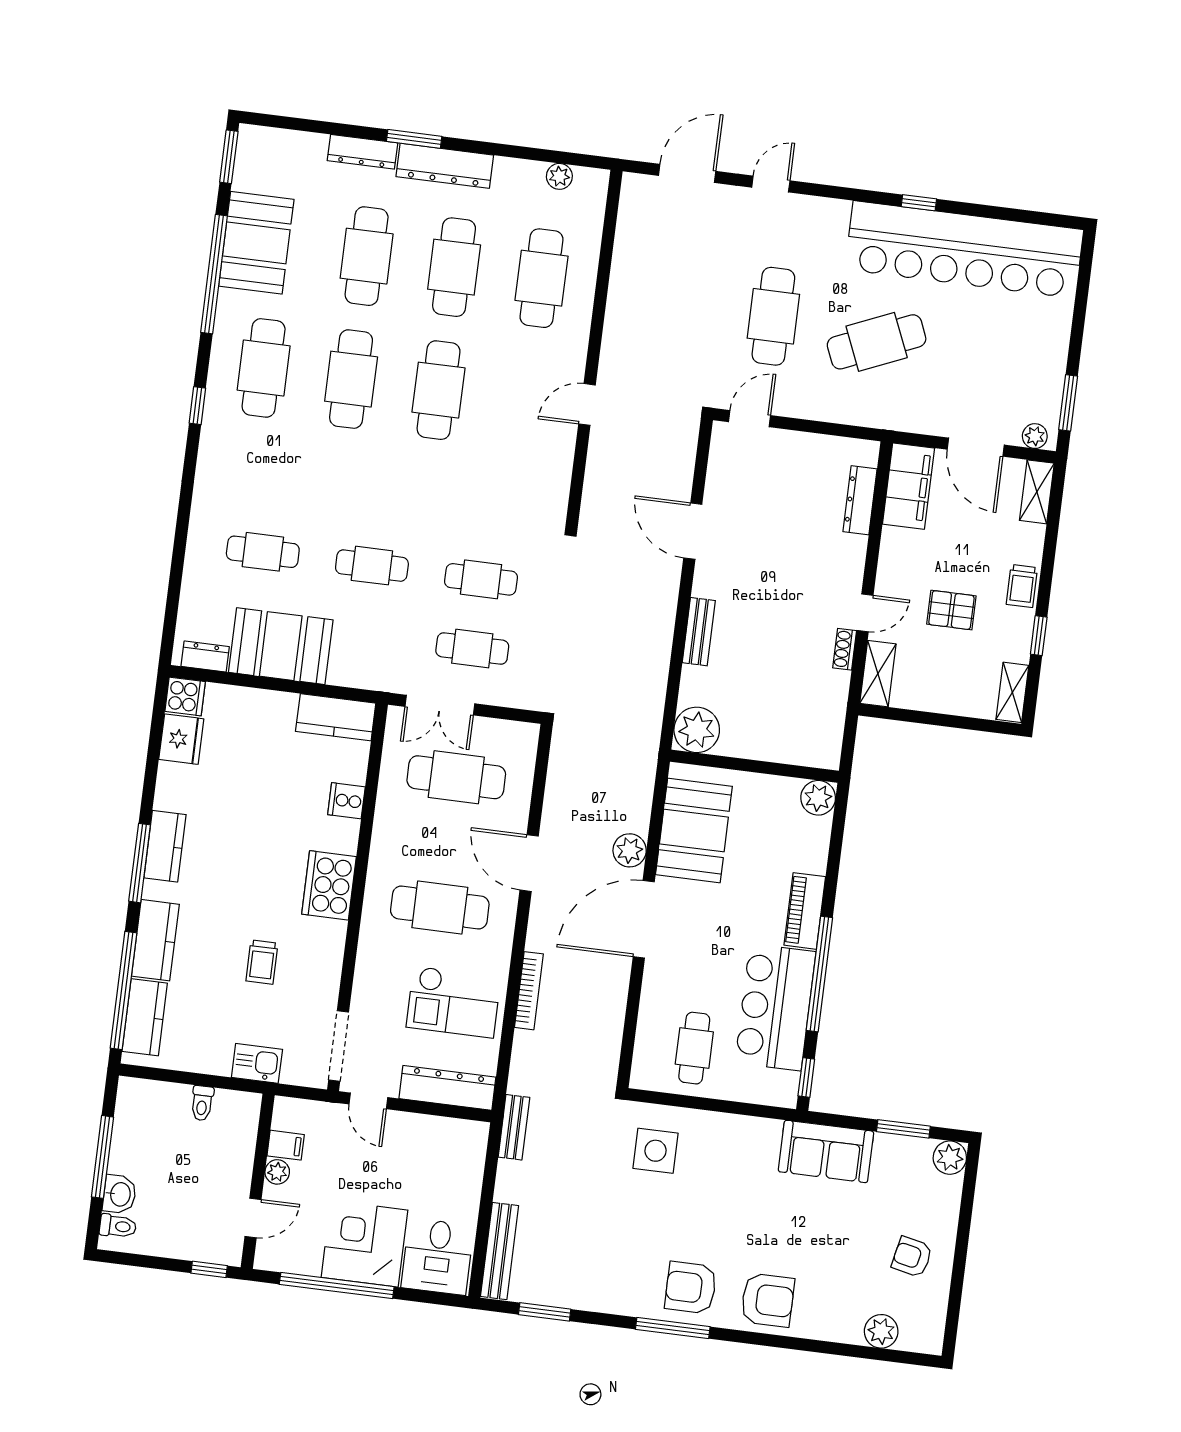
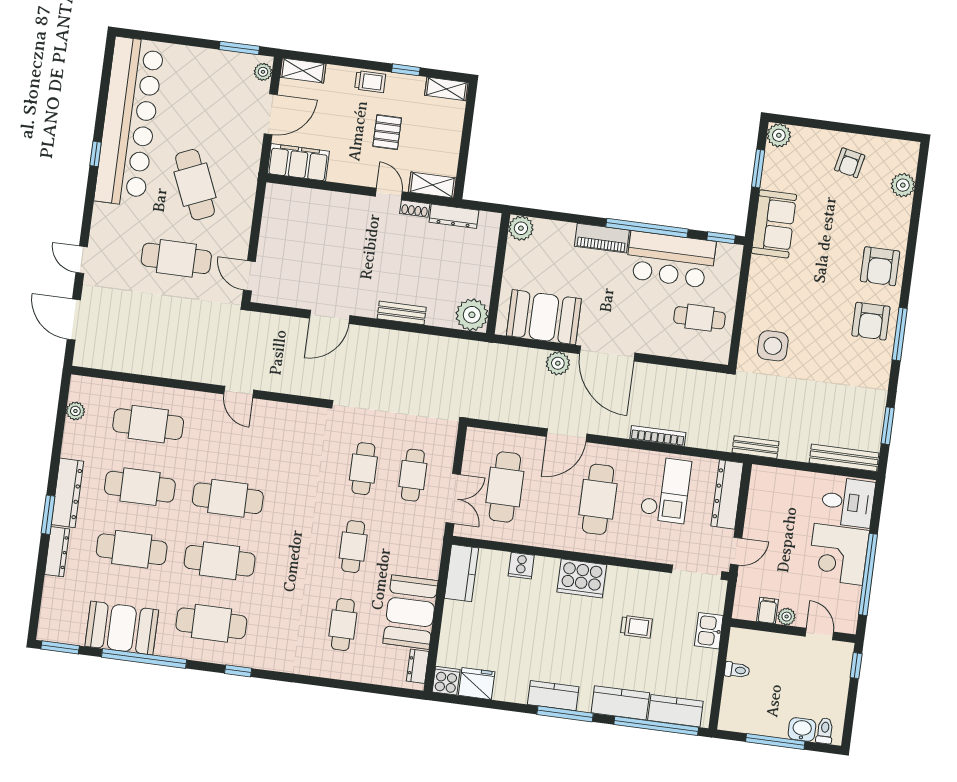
dresser: (860, 500) -> (454, 216), moved
armchair: (768, 1300) -> (880, 266), turned 180

